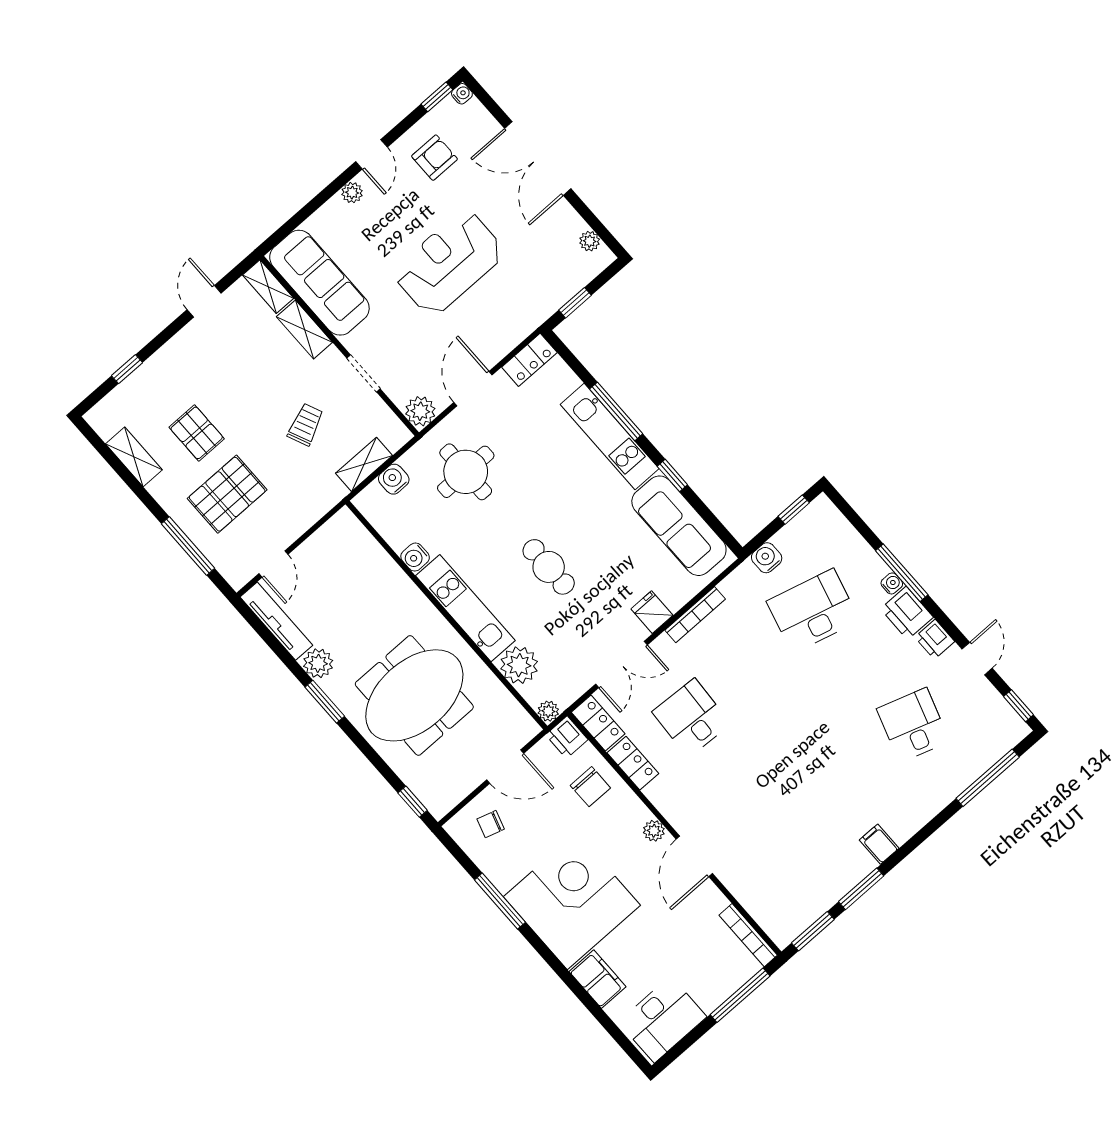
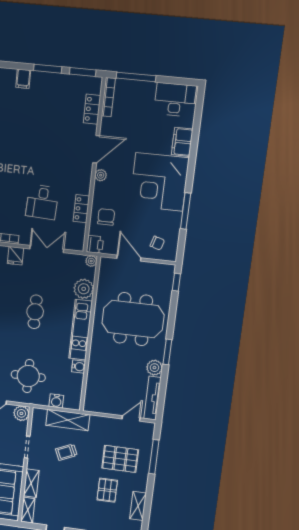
shelving: (364, 464) -> (68, 420), width x1.50, depth x1.33
locker: (598, 723) -> (92, 109), moved

